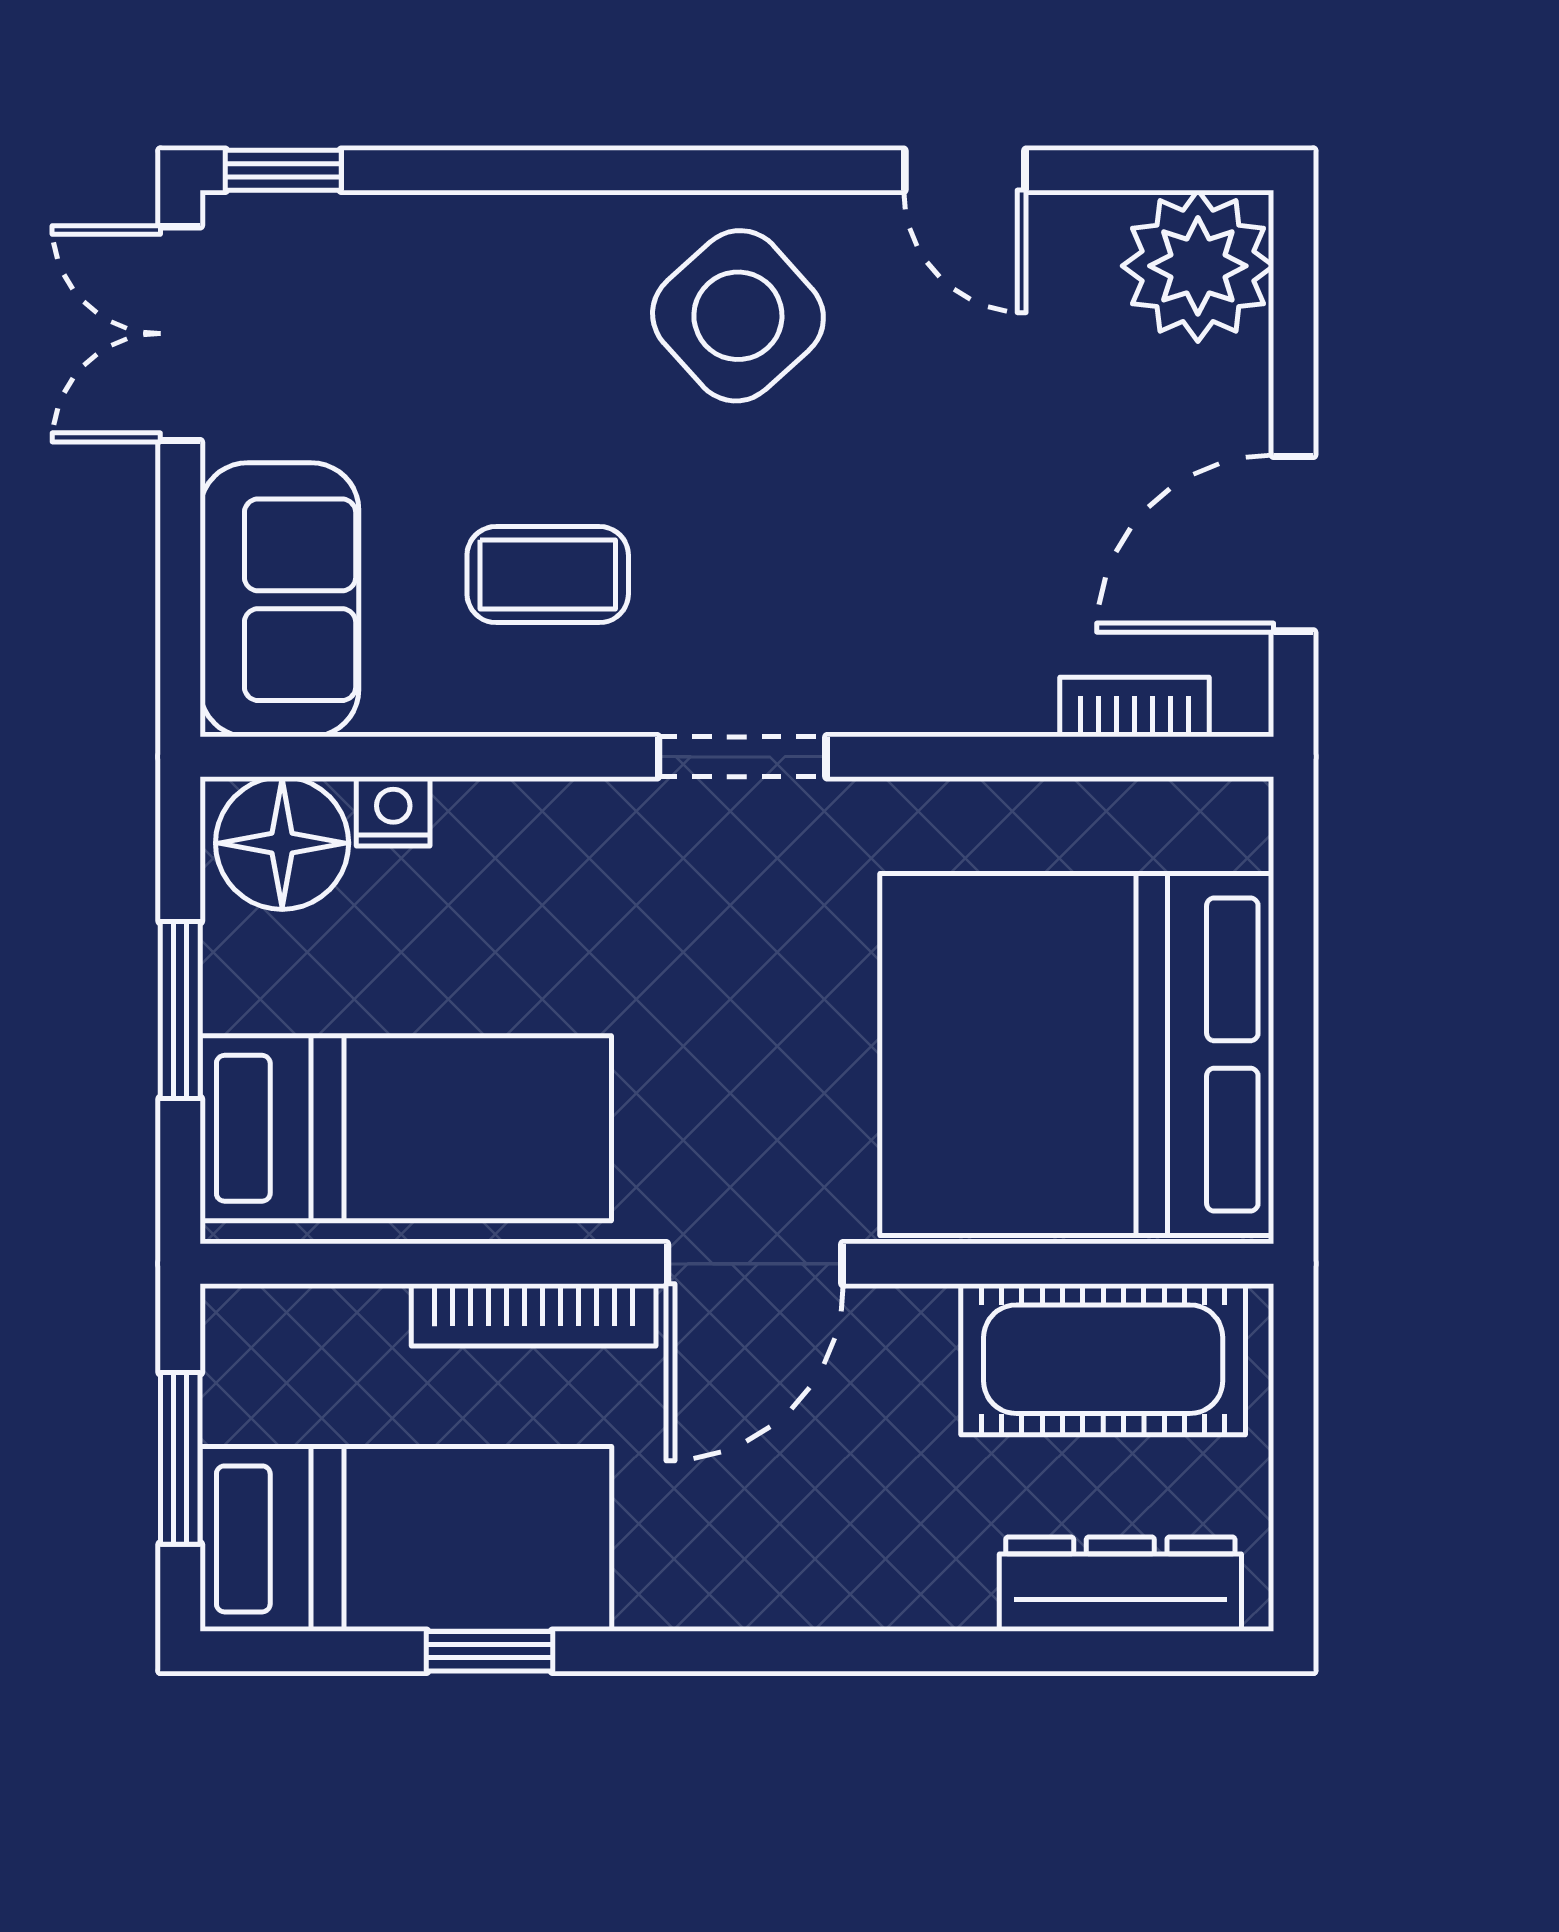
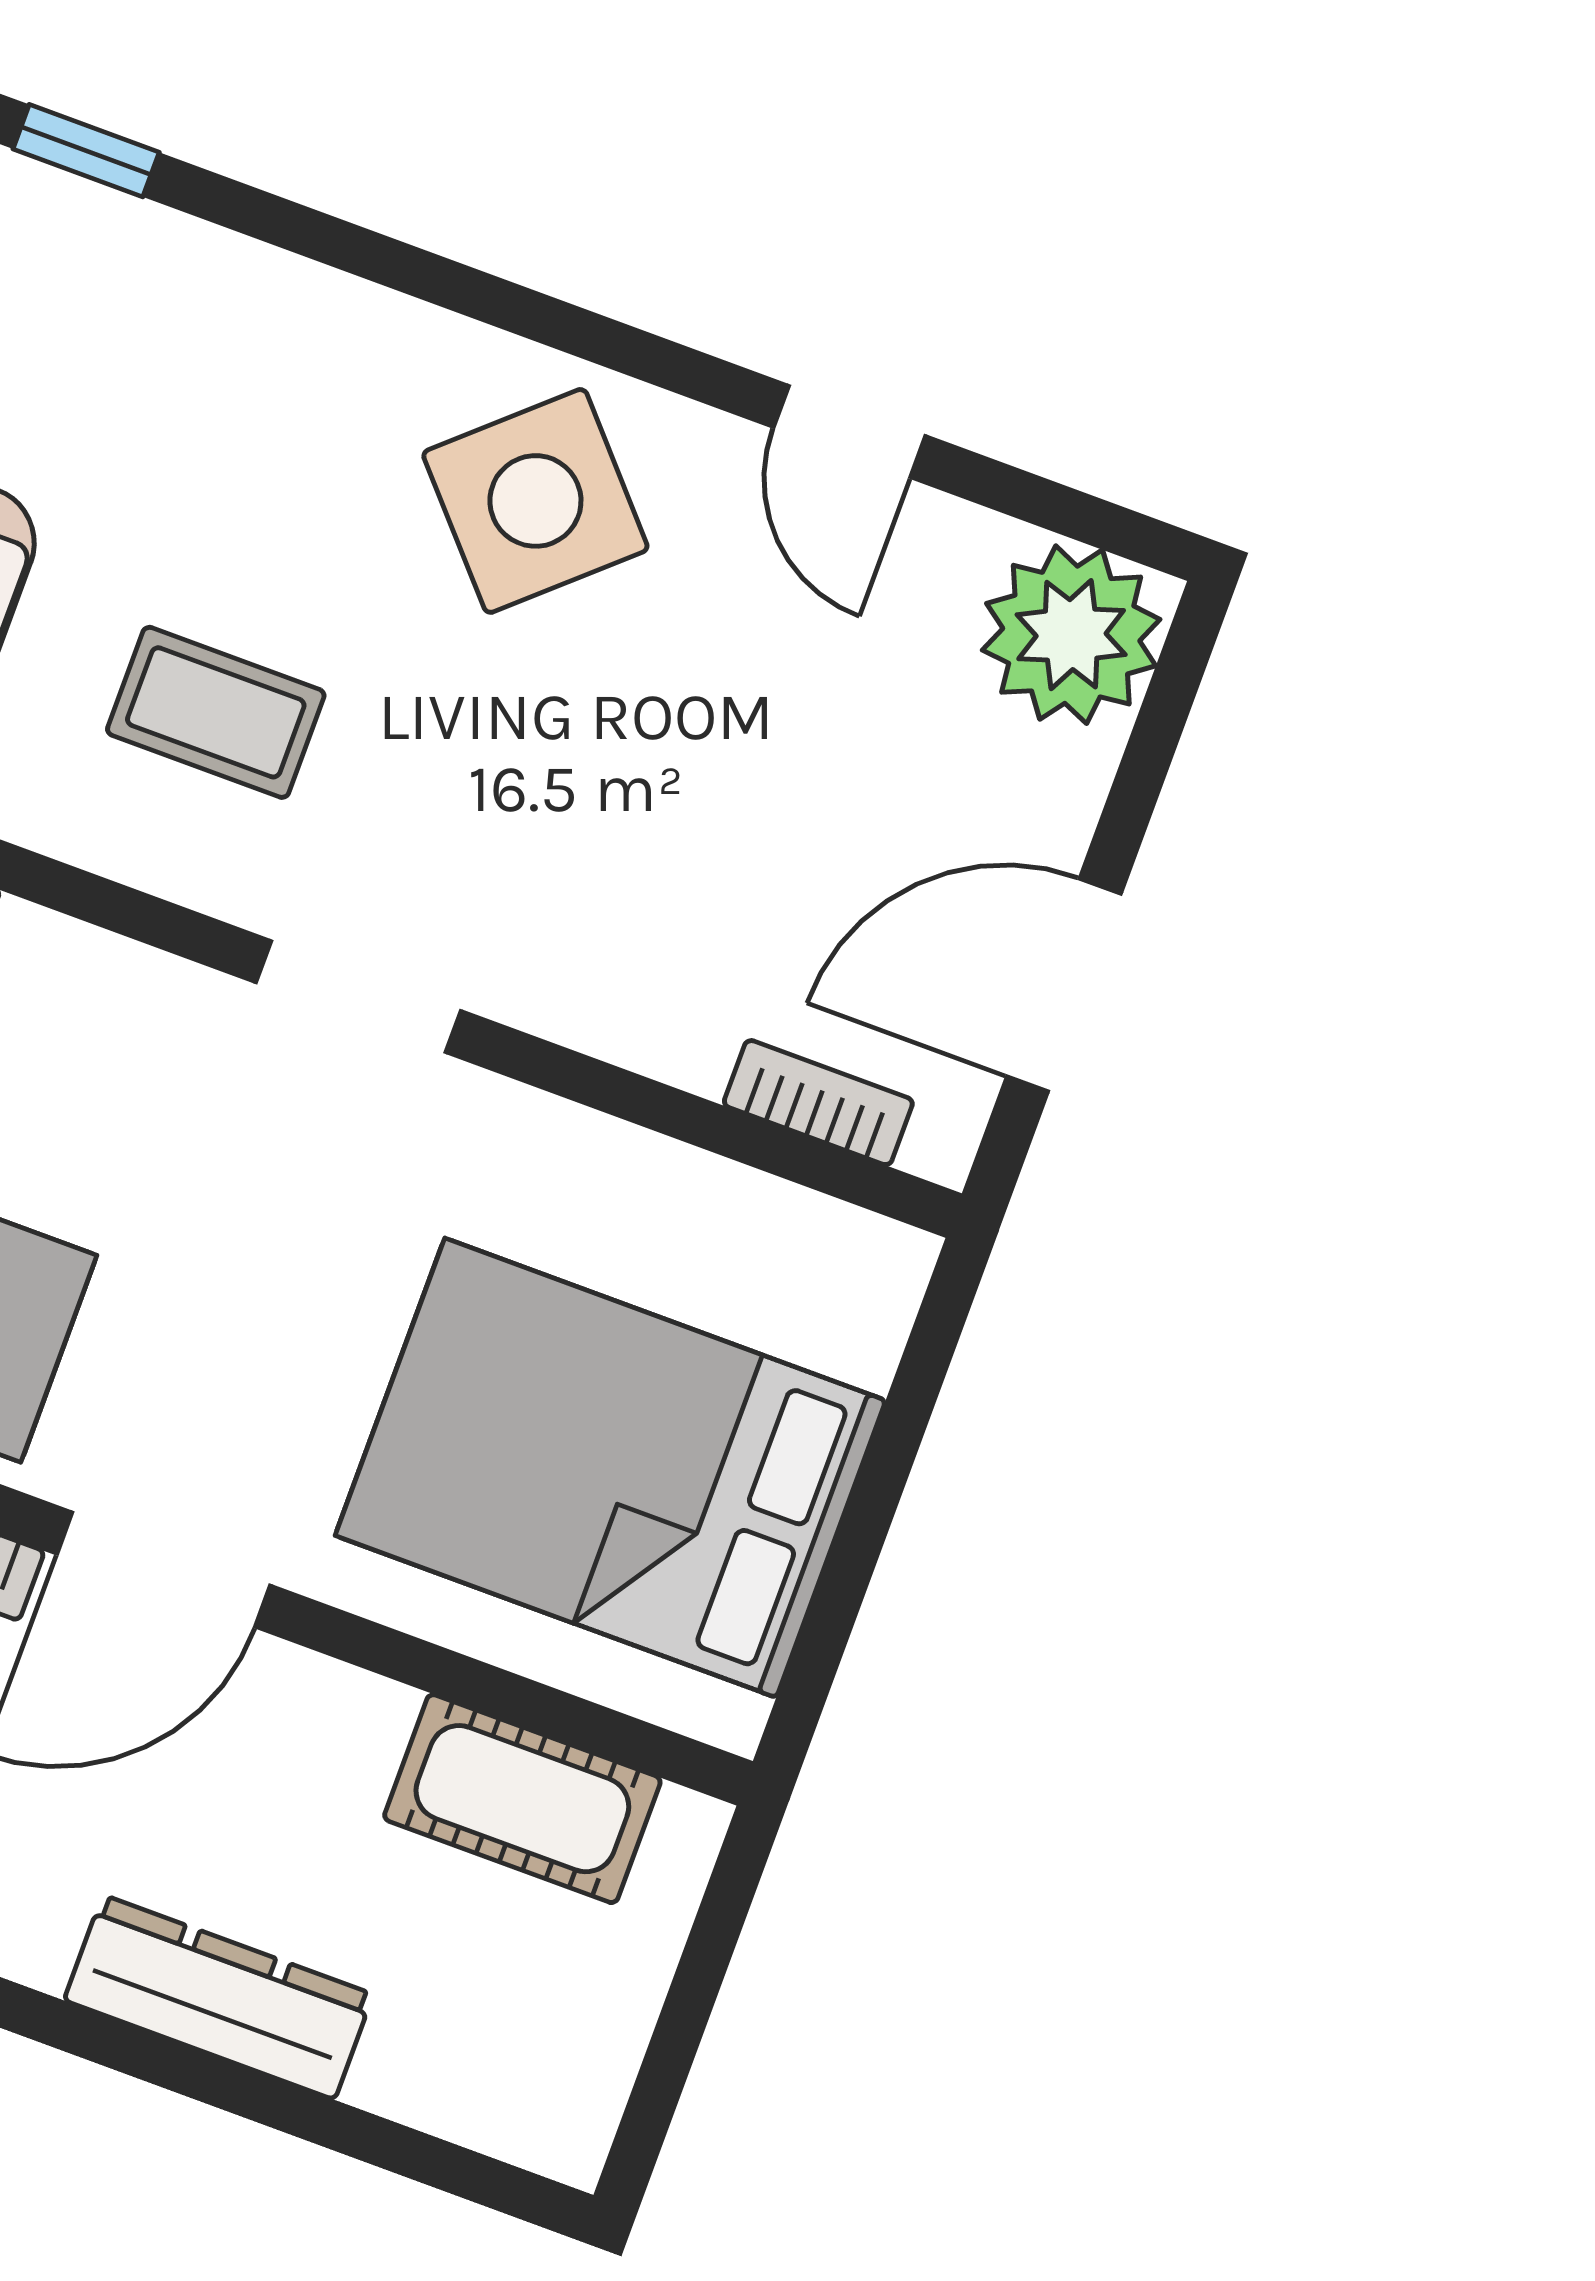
bed: (1077, 1054) -> (610, 1468), width x0.73
cot: (1103, 1359) -> (522, 1799), width x0.73, depth x0.75
dresser: (1120, 1584) -> (219, 1997), moved

